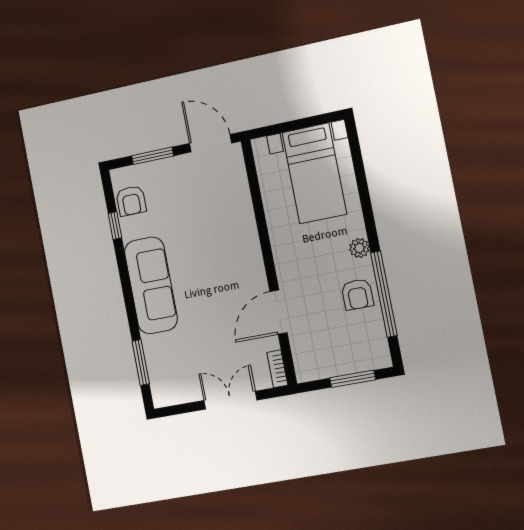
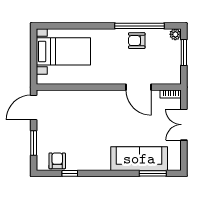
armchair: (131, 201) -> (57, 161), turned -90
plant: (359, 248) -> (175, 34), moved
sofa: (151, 285) -> (139, 159), moved
armchair: (357, 294) -> (137, 41), turned 180

